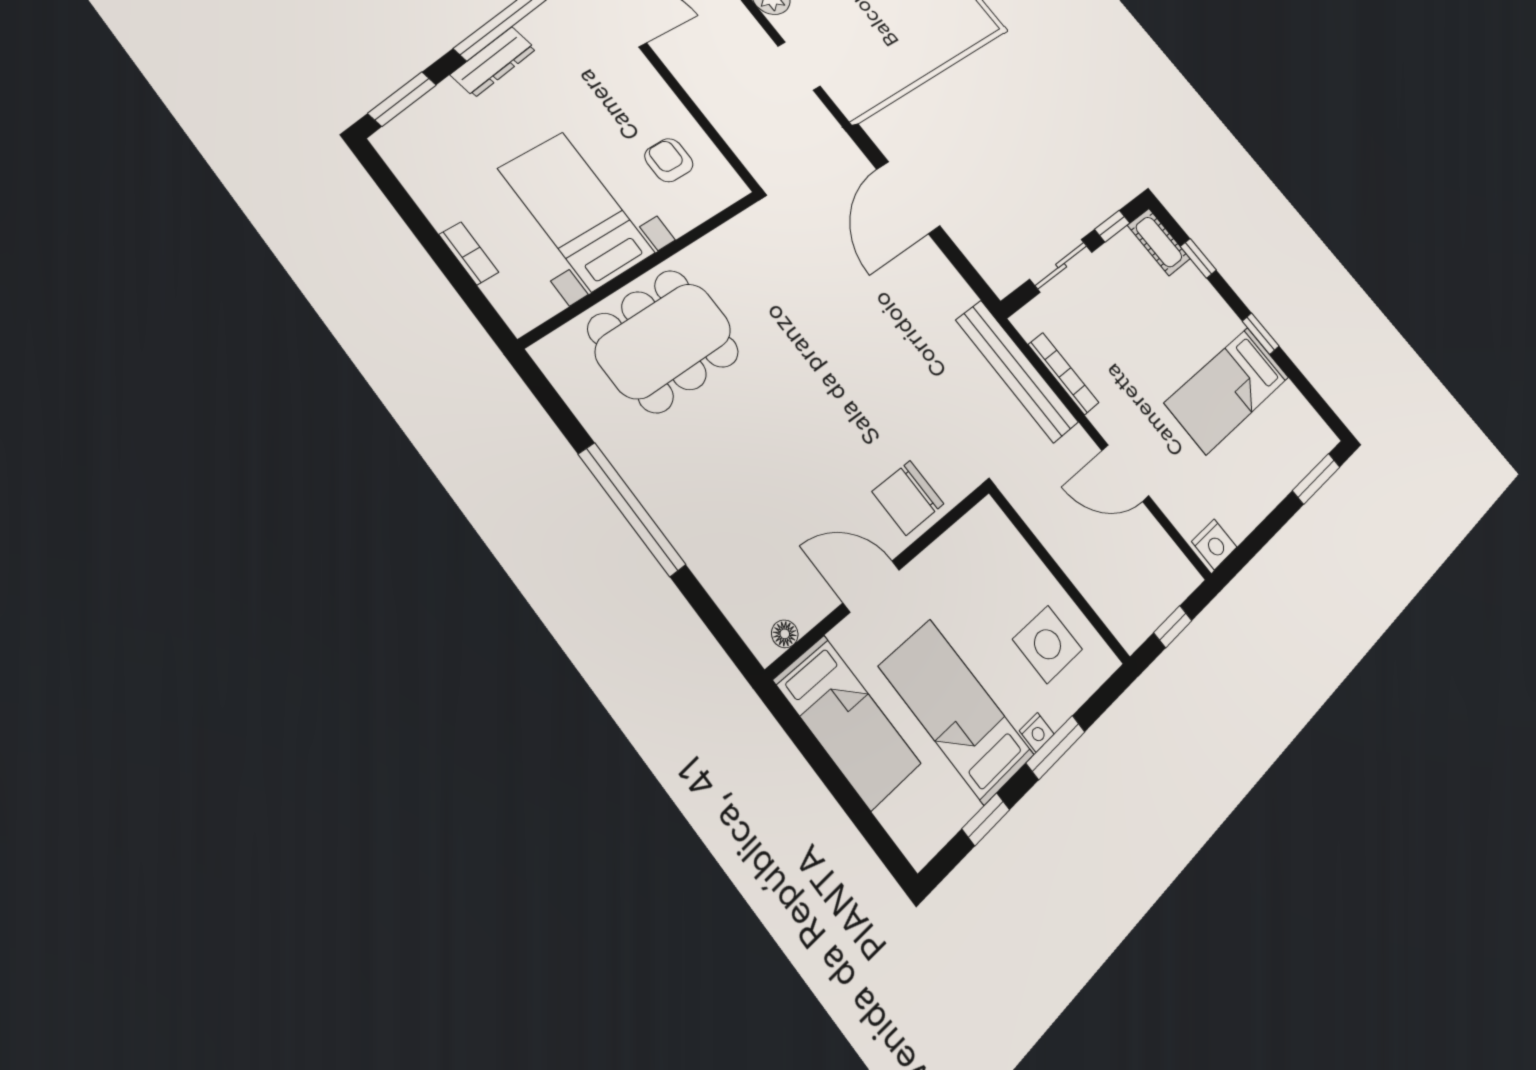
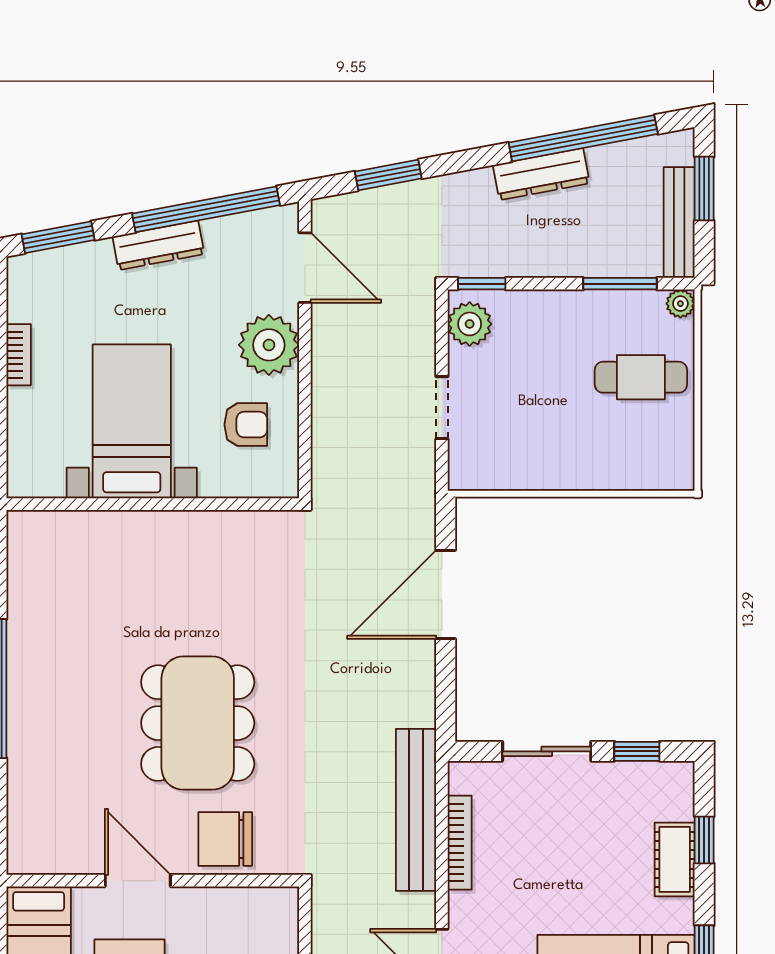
plant: (640, 90) -> (269, 345), added
armchair: (669, 160) -> (246, 425), turned 90
cot: (1159, 242) -> (675, 859), moved
bookcase: (469, 253) -> (19, 355), moved
dining table: (664, 340) -> (198, 723), moved, turned 90
floor lamp: (785, 634) -> (42, 862), removed

